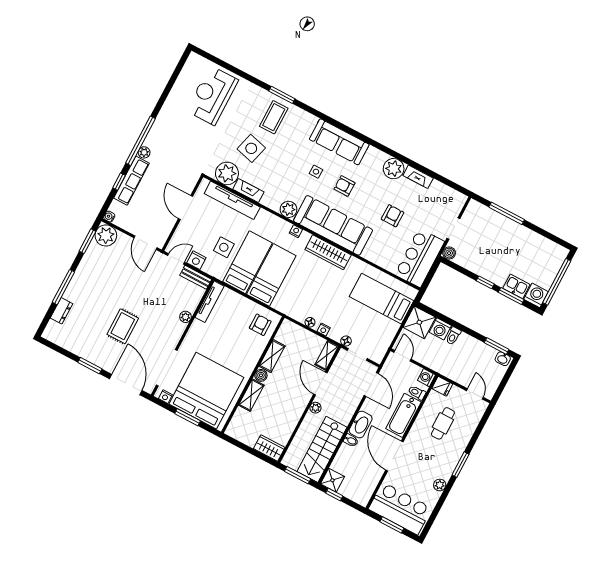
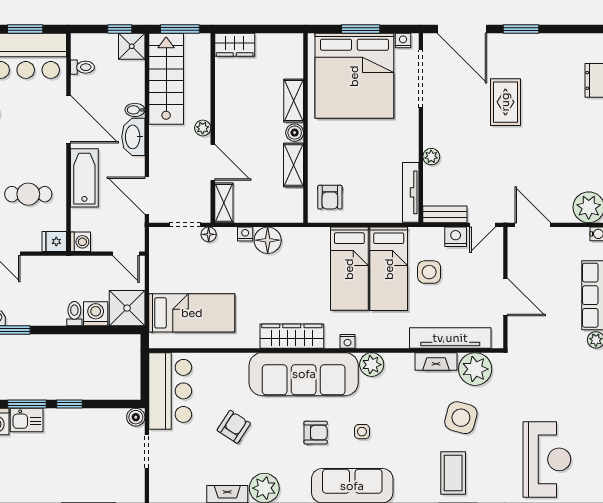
armchair: (392, 216) -> (234, 427), turned -147
floor lamp: (310, 322) -> (268, 240), width x1.89, depth x1.89
toilet: (417, 393) -> (82, 67), moved
cafe table: (443, 423) -> (28, 194), turned 90

